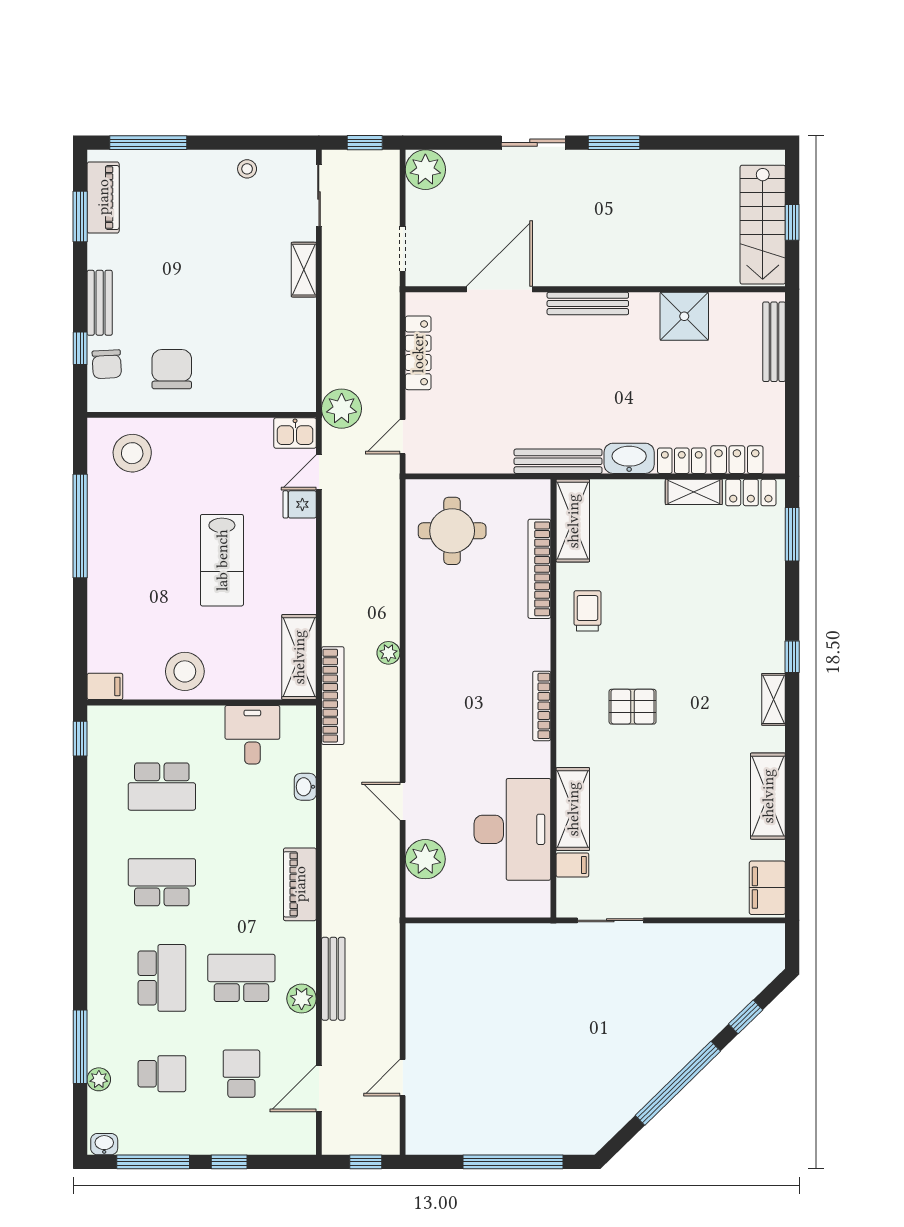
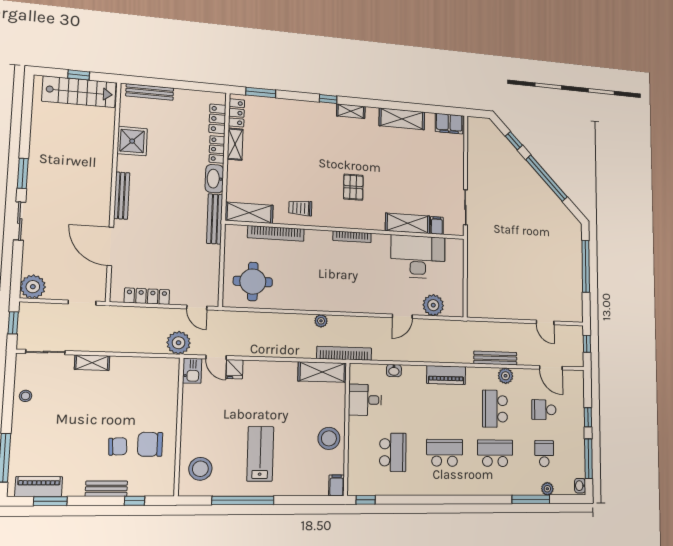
chair: (107, 364) -> (118, 446), moved
lab bench: (222, 560) -> (260, 454), moved, turned -90
school desk: (162, 882) -> (445, 453), turned 90

